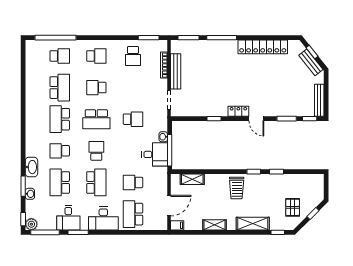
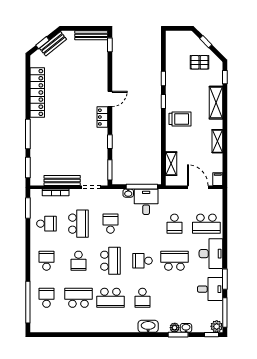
window: (287, 119) -> (110, 170), moved
washbasin: (31, 167) -> (148, 326), moved
school desk: (60, 182) -> (78, 224), moved, turned -90
plant: (30, 183) -> (175, 328), added

